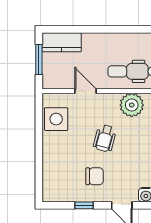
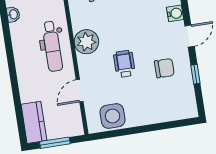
wheelchair: (105, 138) -> (124, 64), turned -105
chair: (95, 176) -> (164, 68), turned 90

